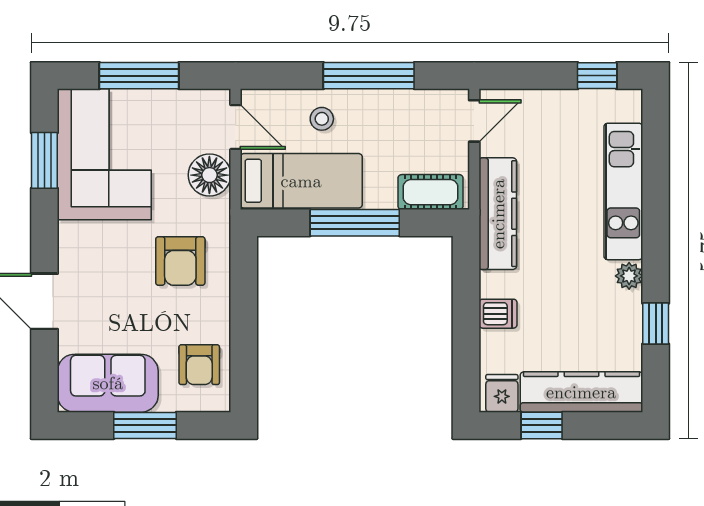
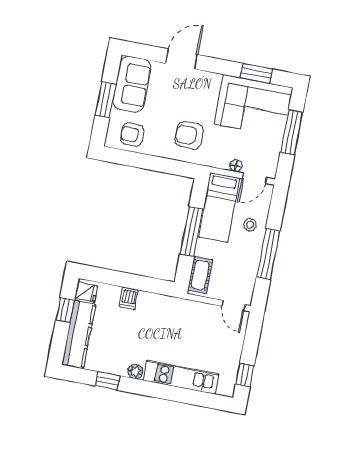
floor lamp: (209, 175) -> (236, 166), width x0.53, depth x0.53
kitchen counter: (498, 214) -> (182, 308), removed

